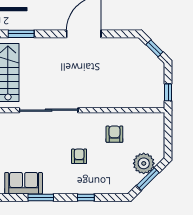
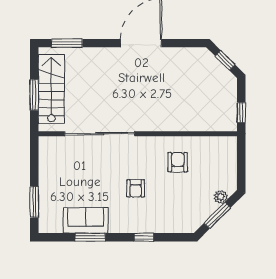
armchair: (79, 156) -> (136, 188), turned 180
plant: (144, 163) -> (221, 197), width x0.53, depth x0.53
sofa: (24, 183) -> (86, 220), moved

